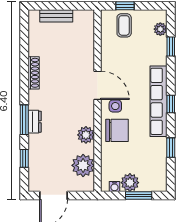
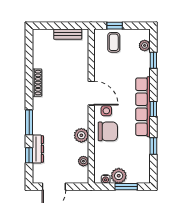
bench: (56, 16) -> (68, 34), moved
dresser: (35, 122) -> (38, 149), moved, width x1.44
plant: (83, 165) -> (83, 161), width x0.53, depth x0.53

